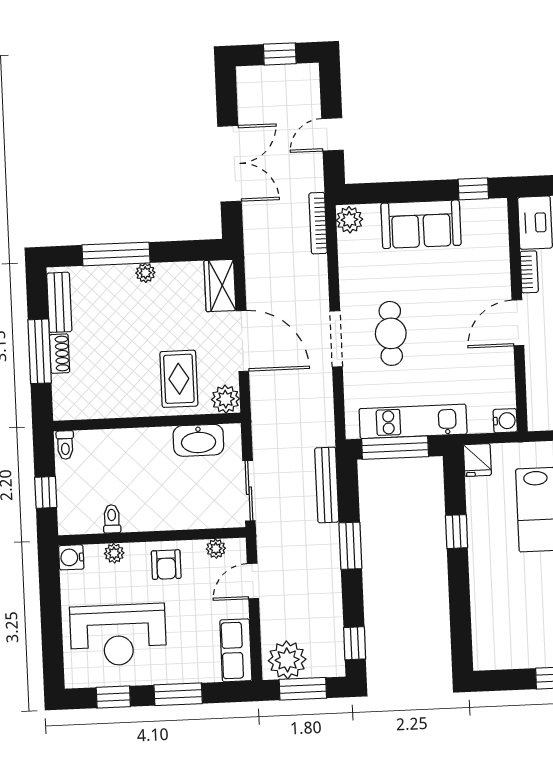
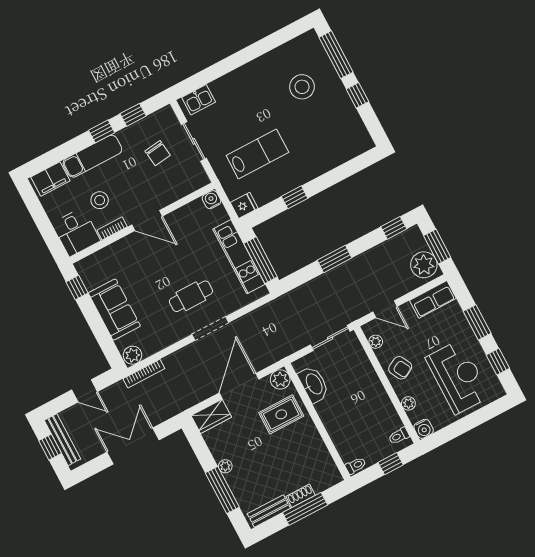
bench: (327, 485) -> (62, 440), moved, turned 90
toilet: (112, 519) -> (399, 436), moved
armchair: (166, 565) -> (400, 368), turned 62

